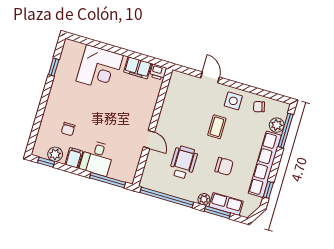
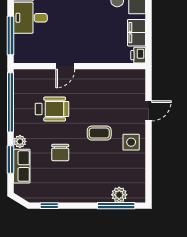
chair: (259, 107) -> (133, 171), removed
row of seats: (265, 164) -> (75, 194), removed

